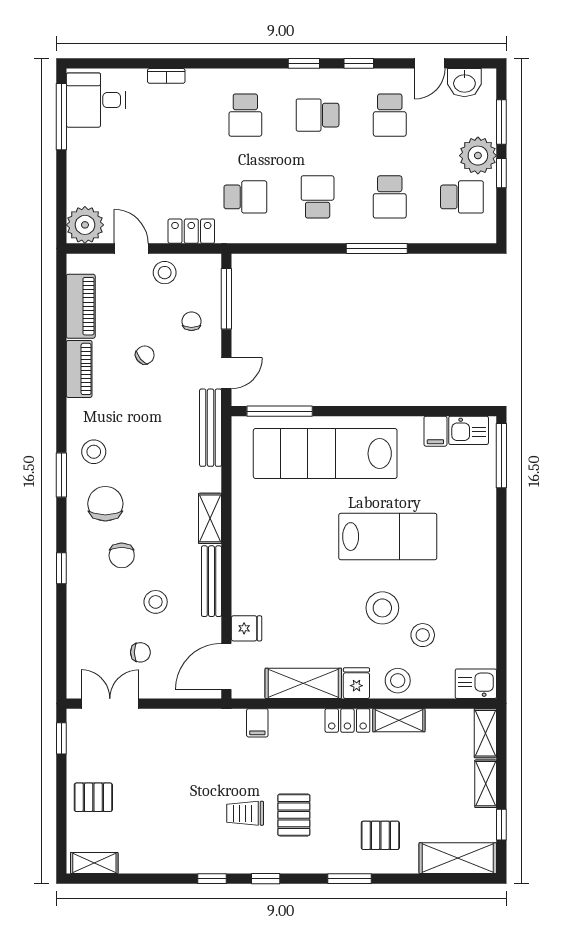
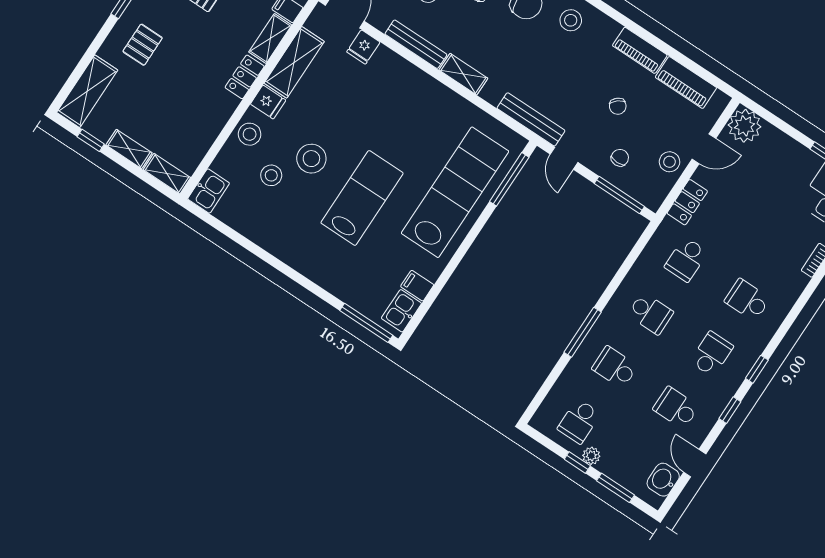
plant: (478, 156) -> (591, 456), width x0.53, depth x0.53
chair: (191, 321) -> (620, 158), turned -90
lab bench: (388, 537) -> (362, 198), turned 180
shelving: (399, 720) -> (270, 39), moved

